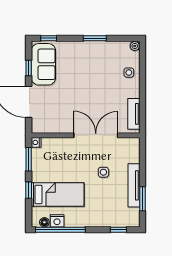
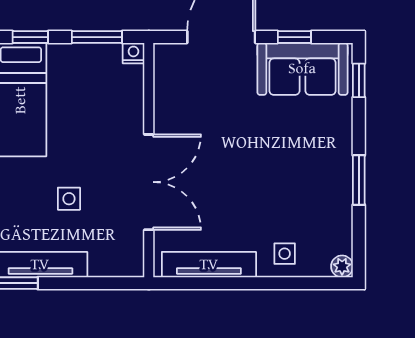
tv unit: (134, 114) -> (209, 265), width x1.41

